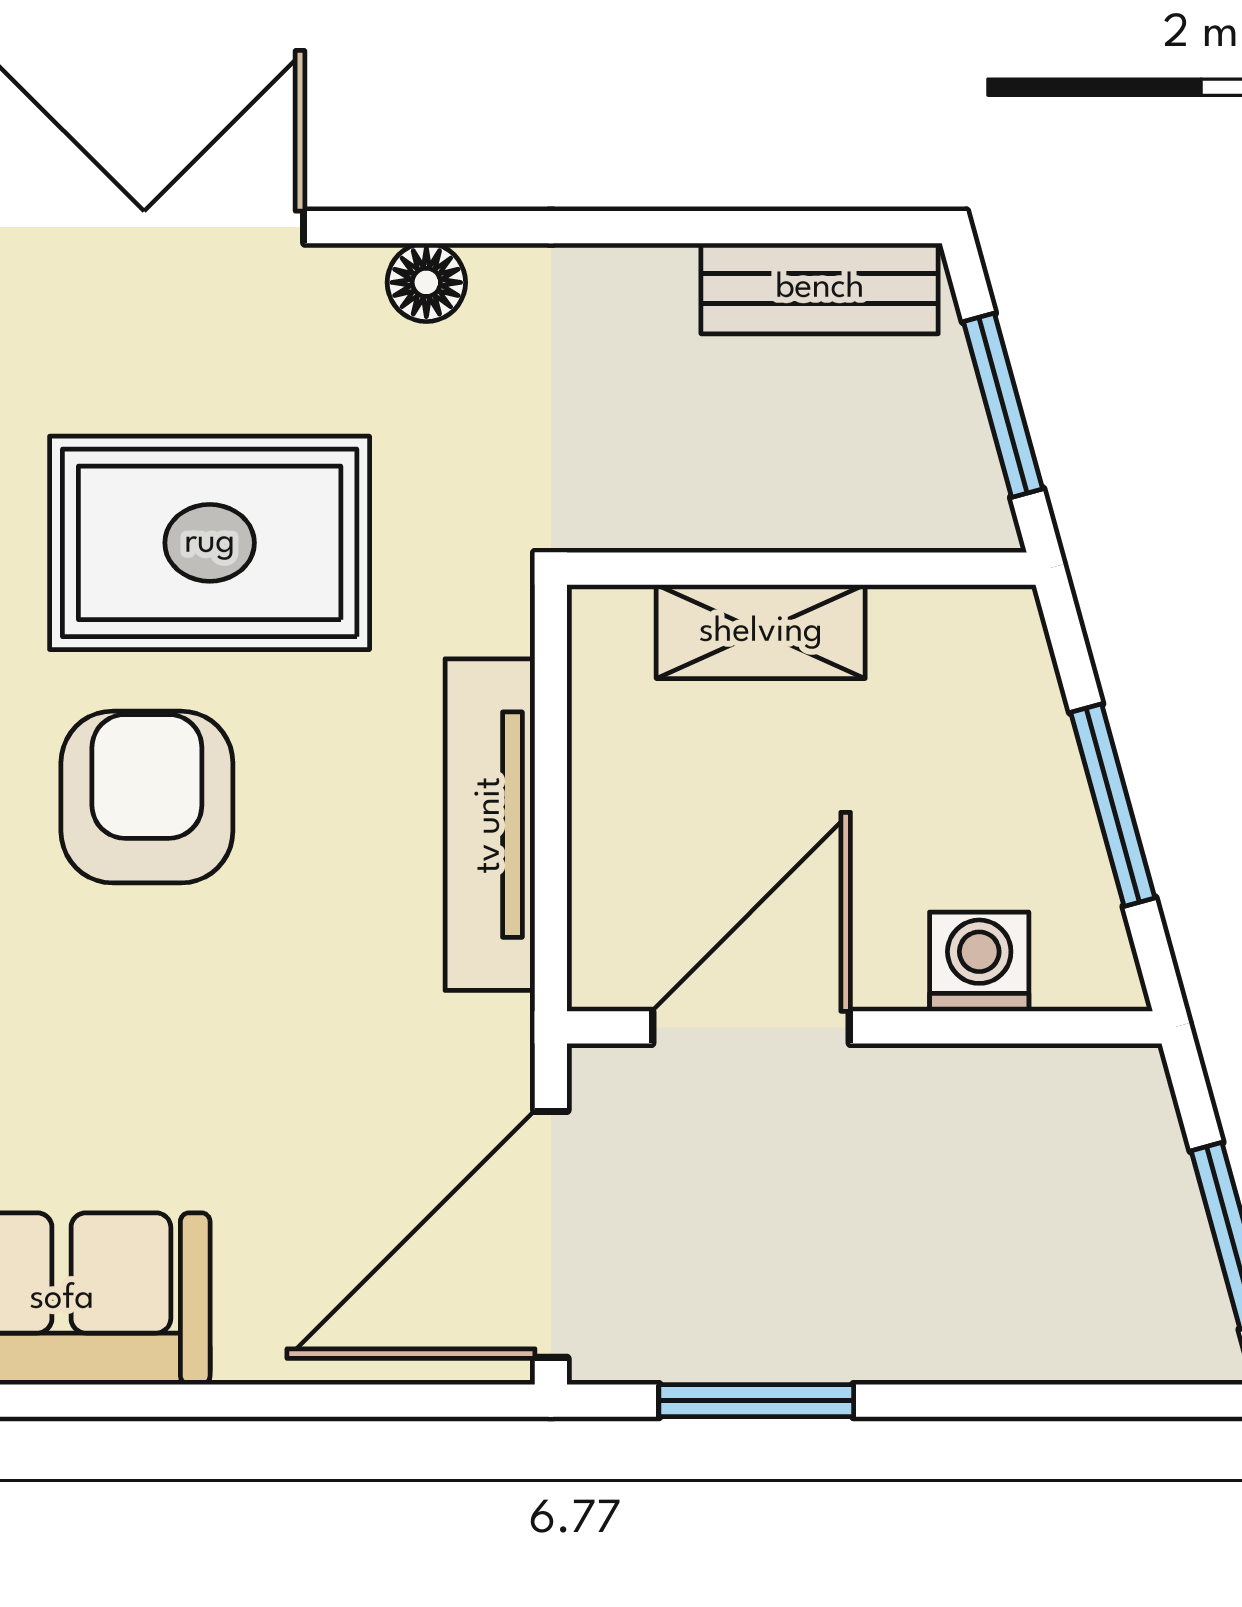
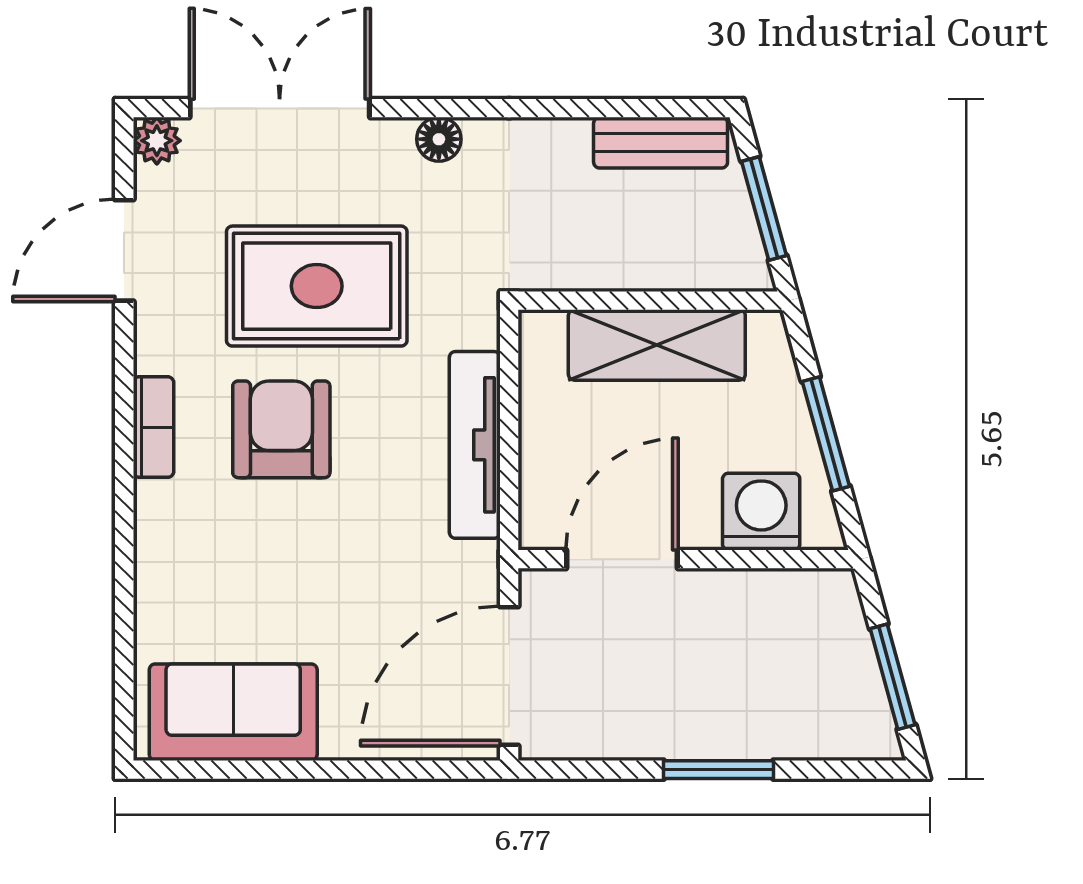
shelving: (761, 632) -> (657, 345), width x1.50, depth x1.33
washing machine: (979, 962) -> (761, 512), width x1.38, depth x1.38
window: (756, 1401) -> (718, 770), moved

